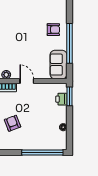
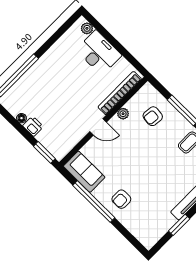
printer: (61, 99) -> (33, 126), moved
armchair: (13, 123) -> (72, 75), removed

